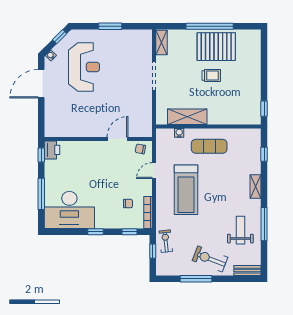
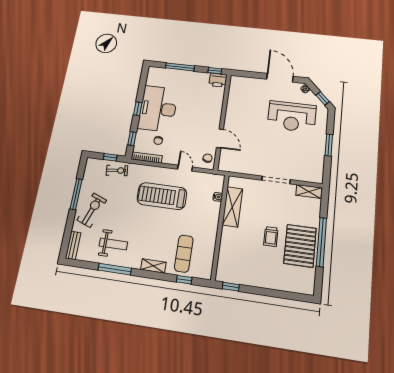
exercise mat: (209, 146) -> (184, 254), moved
desk: (69, 210) -> (158, 109), moved

